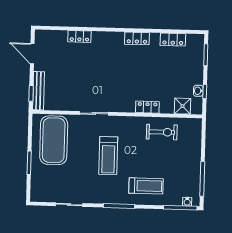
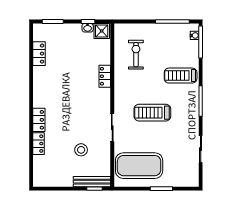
locker: (137, 38) -> (39, 120), moved
door: (32, 54) -> (56, 189), removed
stool: (72, 80) -> (81, 150), added
shower: (182, 106) -> (102, 31), moved
exercise bike: (162, 132) -> (136, 55), moved
treadmill: (108, 156) -> (152, 113), turned 180
treadmill: (146, 186) -> (181, 76), turned -90

